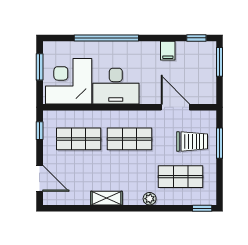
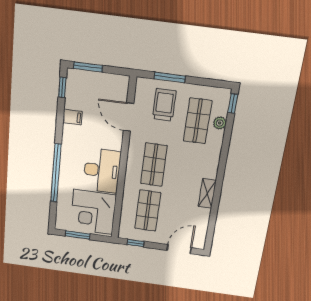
door: (175, 107) -> (129, 117), hinge flipped
plant: (150, 199) -> (220, 123), moved

